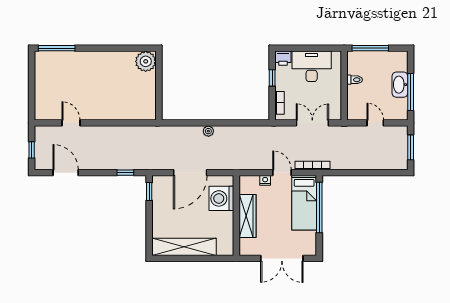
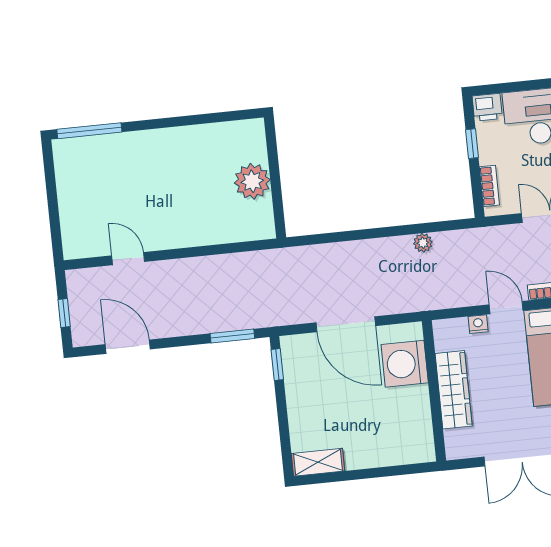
plant: (146, 61) -> (252, 181), moved
plant: (208, 131) -> (423, 243), moved
window: (125, 173) -> (232, 336), width x1.50
door: (190, 173) -> (346, 324), hinge flipped
shelving: (184, 247) -> (318, 462), width x0.45, depth x0.75

